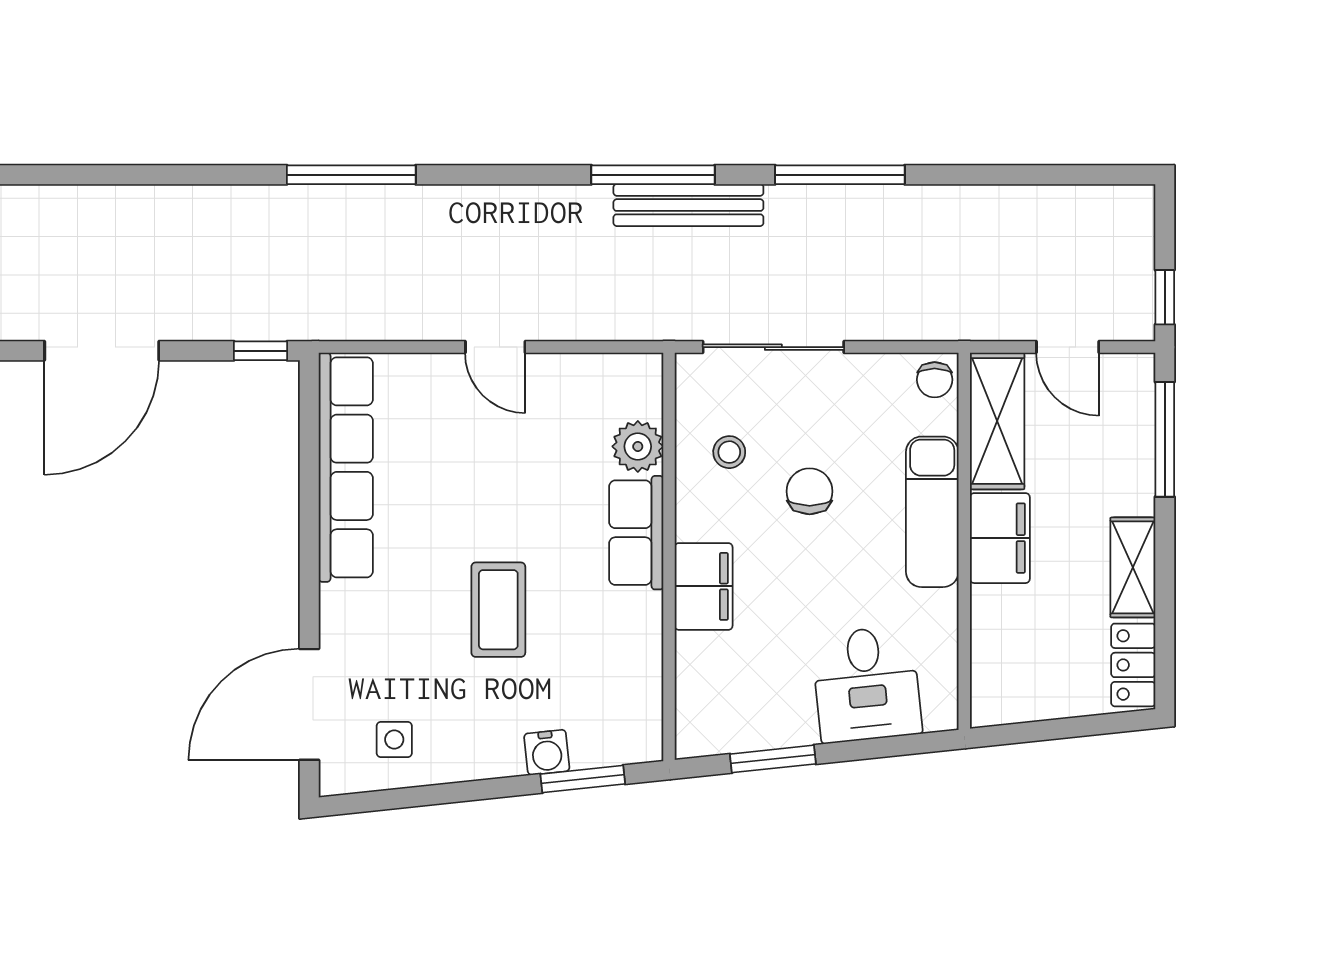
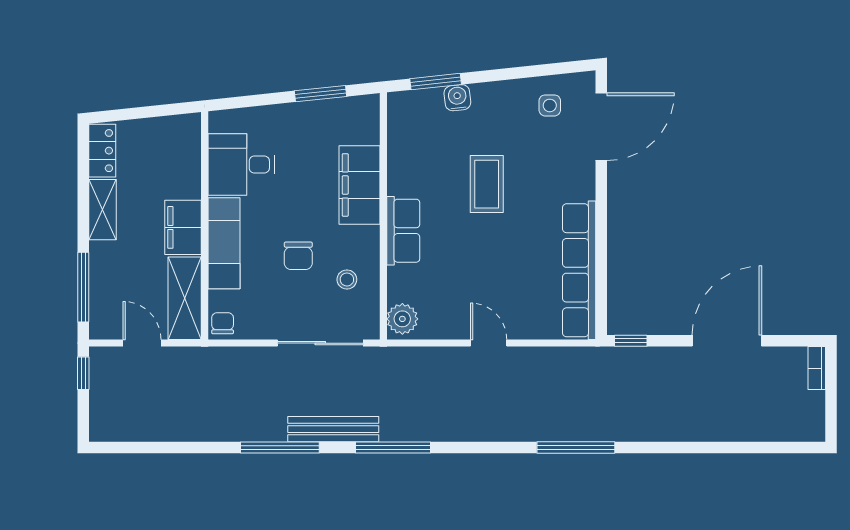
bench: (688, 205) -> (333, 429), moved
plant: (638, 446) -> (402, 319), moved
filing cabinet: (704, 586) -> (360, 185), width x1.50, depth x1.17
desk: (867, 684) -> (241, 165), moved, turned -84

